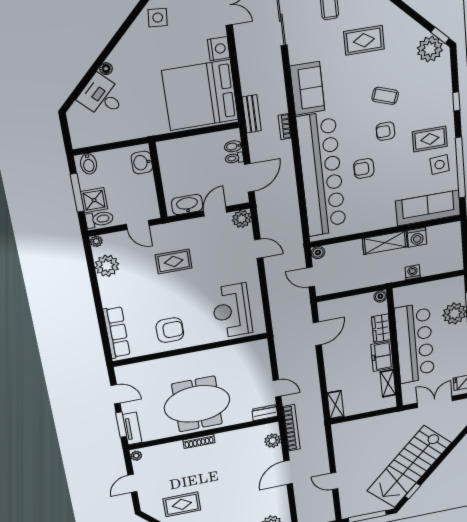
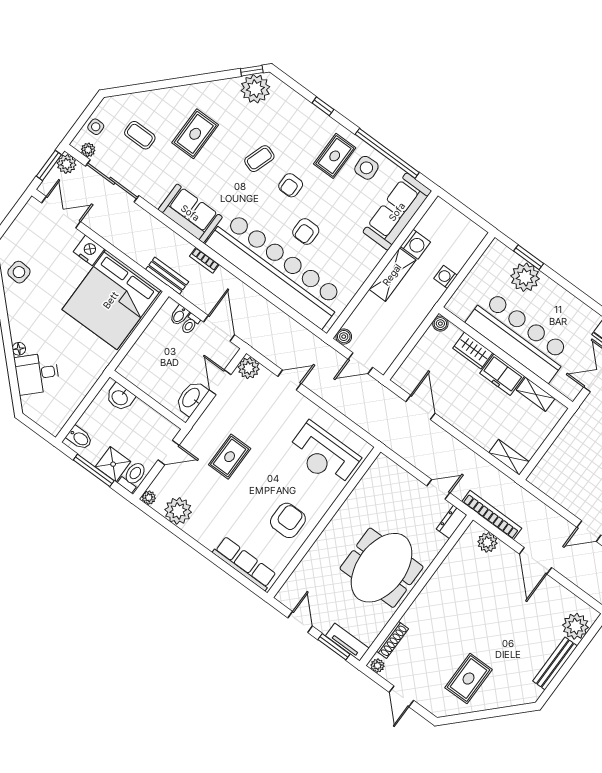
door: (115, 394) -> (300, 622), hinge flipped
shoe rack: (199, 441) -> (392, 640), moved

